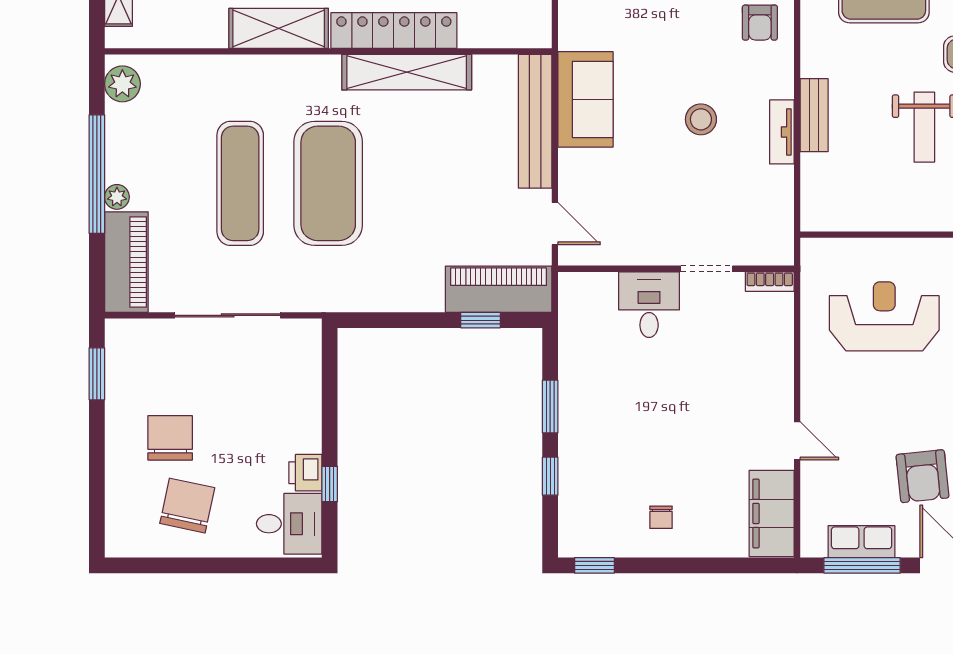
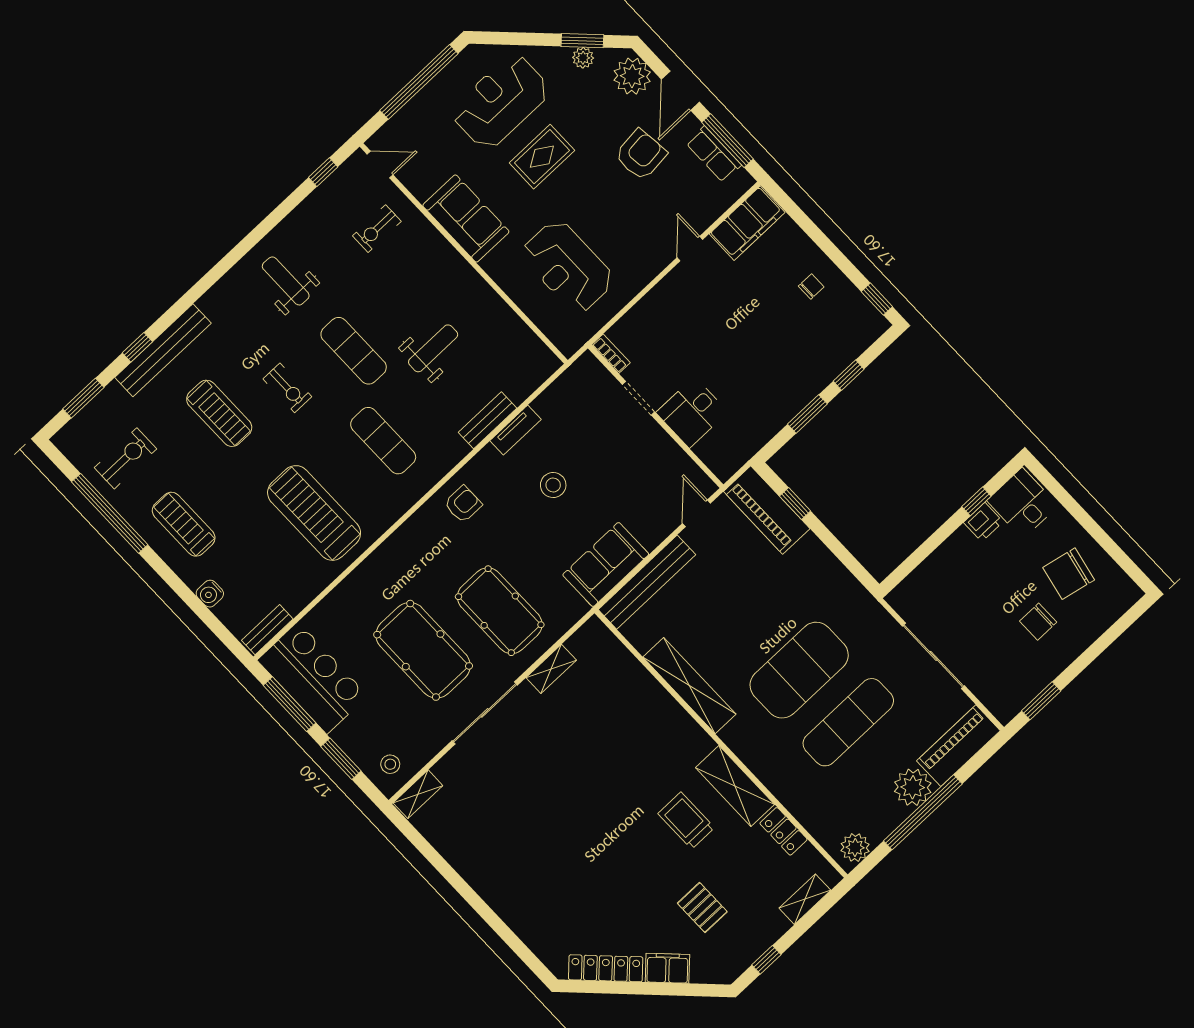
locker: (394, 30) -> (783, 831), moved, width x0.46, depth x0.83
plant: (117, 197) -> (913, 787), width x1.88, depth x1.88
chair: (170, 438) -> (1038, 622), width x0.73, depth x0.73

